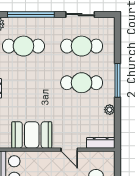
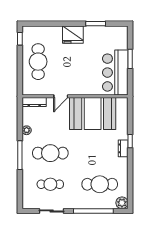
cafe table: (82, 46) -> (50, 184), width x0.73, depth x0.74
booth: (32, 135) -> (93, 114), width x1.36, depth x1.42
door: (69, 150) -> (61, 96), swing flipped

